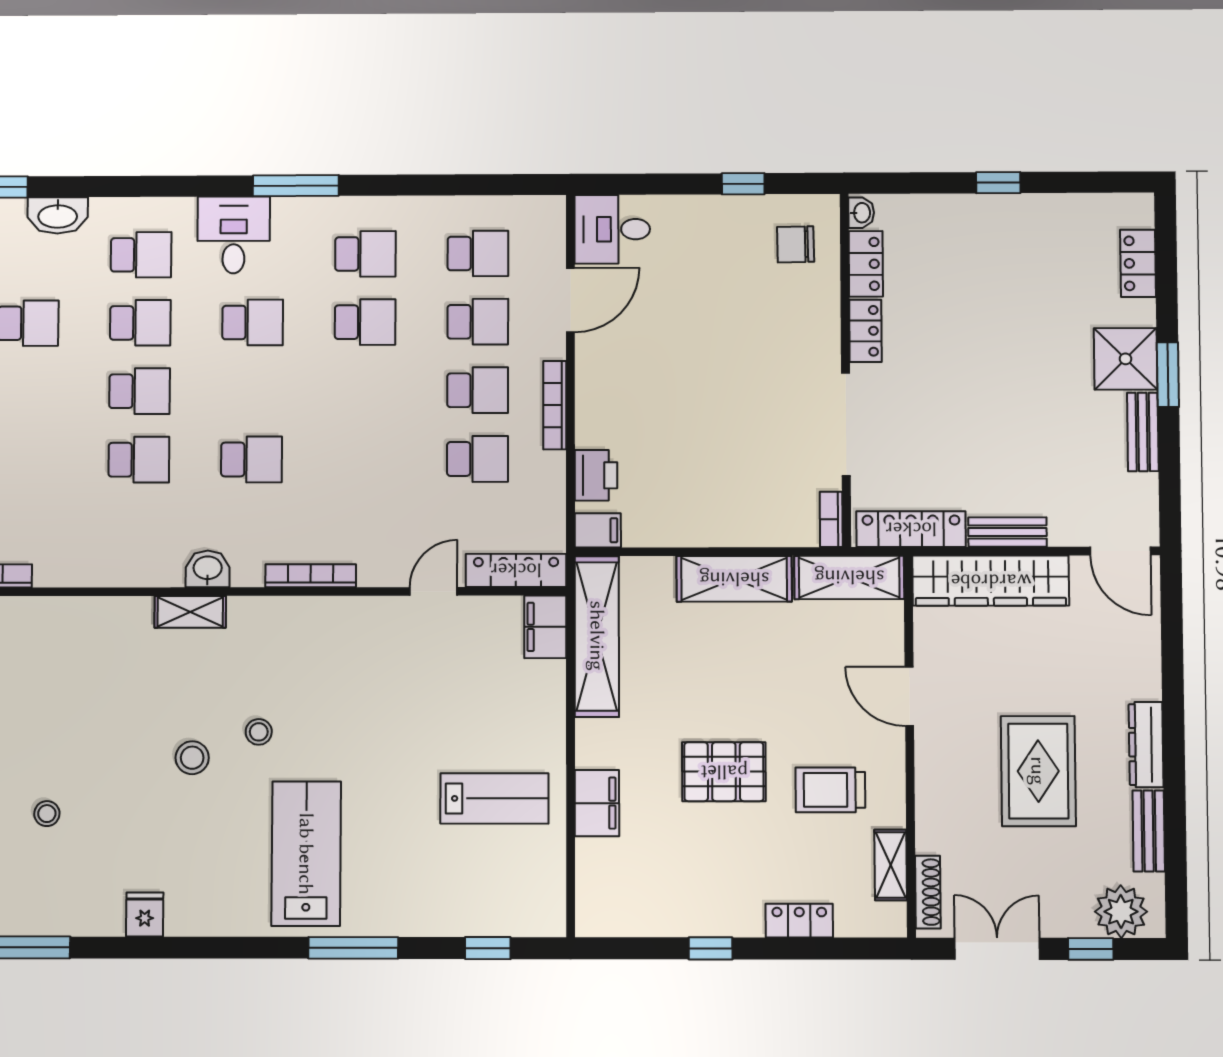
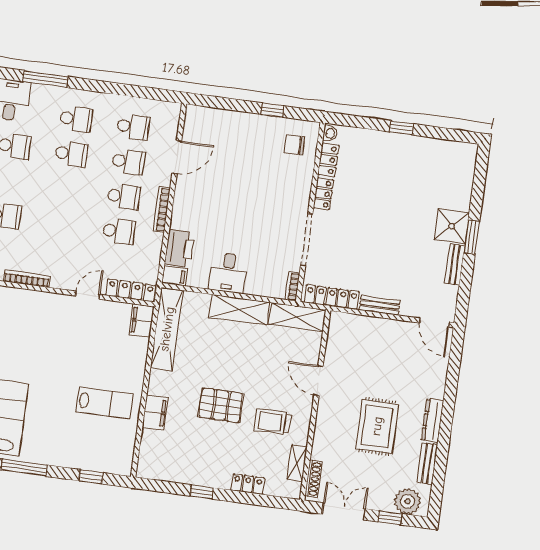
desk: (612, 229) -> (228, 273), moved, turned -90
locker: (1138, 263) -> (465, 179), removed
printer: (596, 475) -> (179, 248), width x1.37, depth x1.19
wardrobe: (991, 581) -> (368, 328), removed

